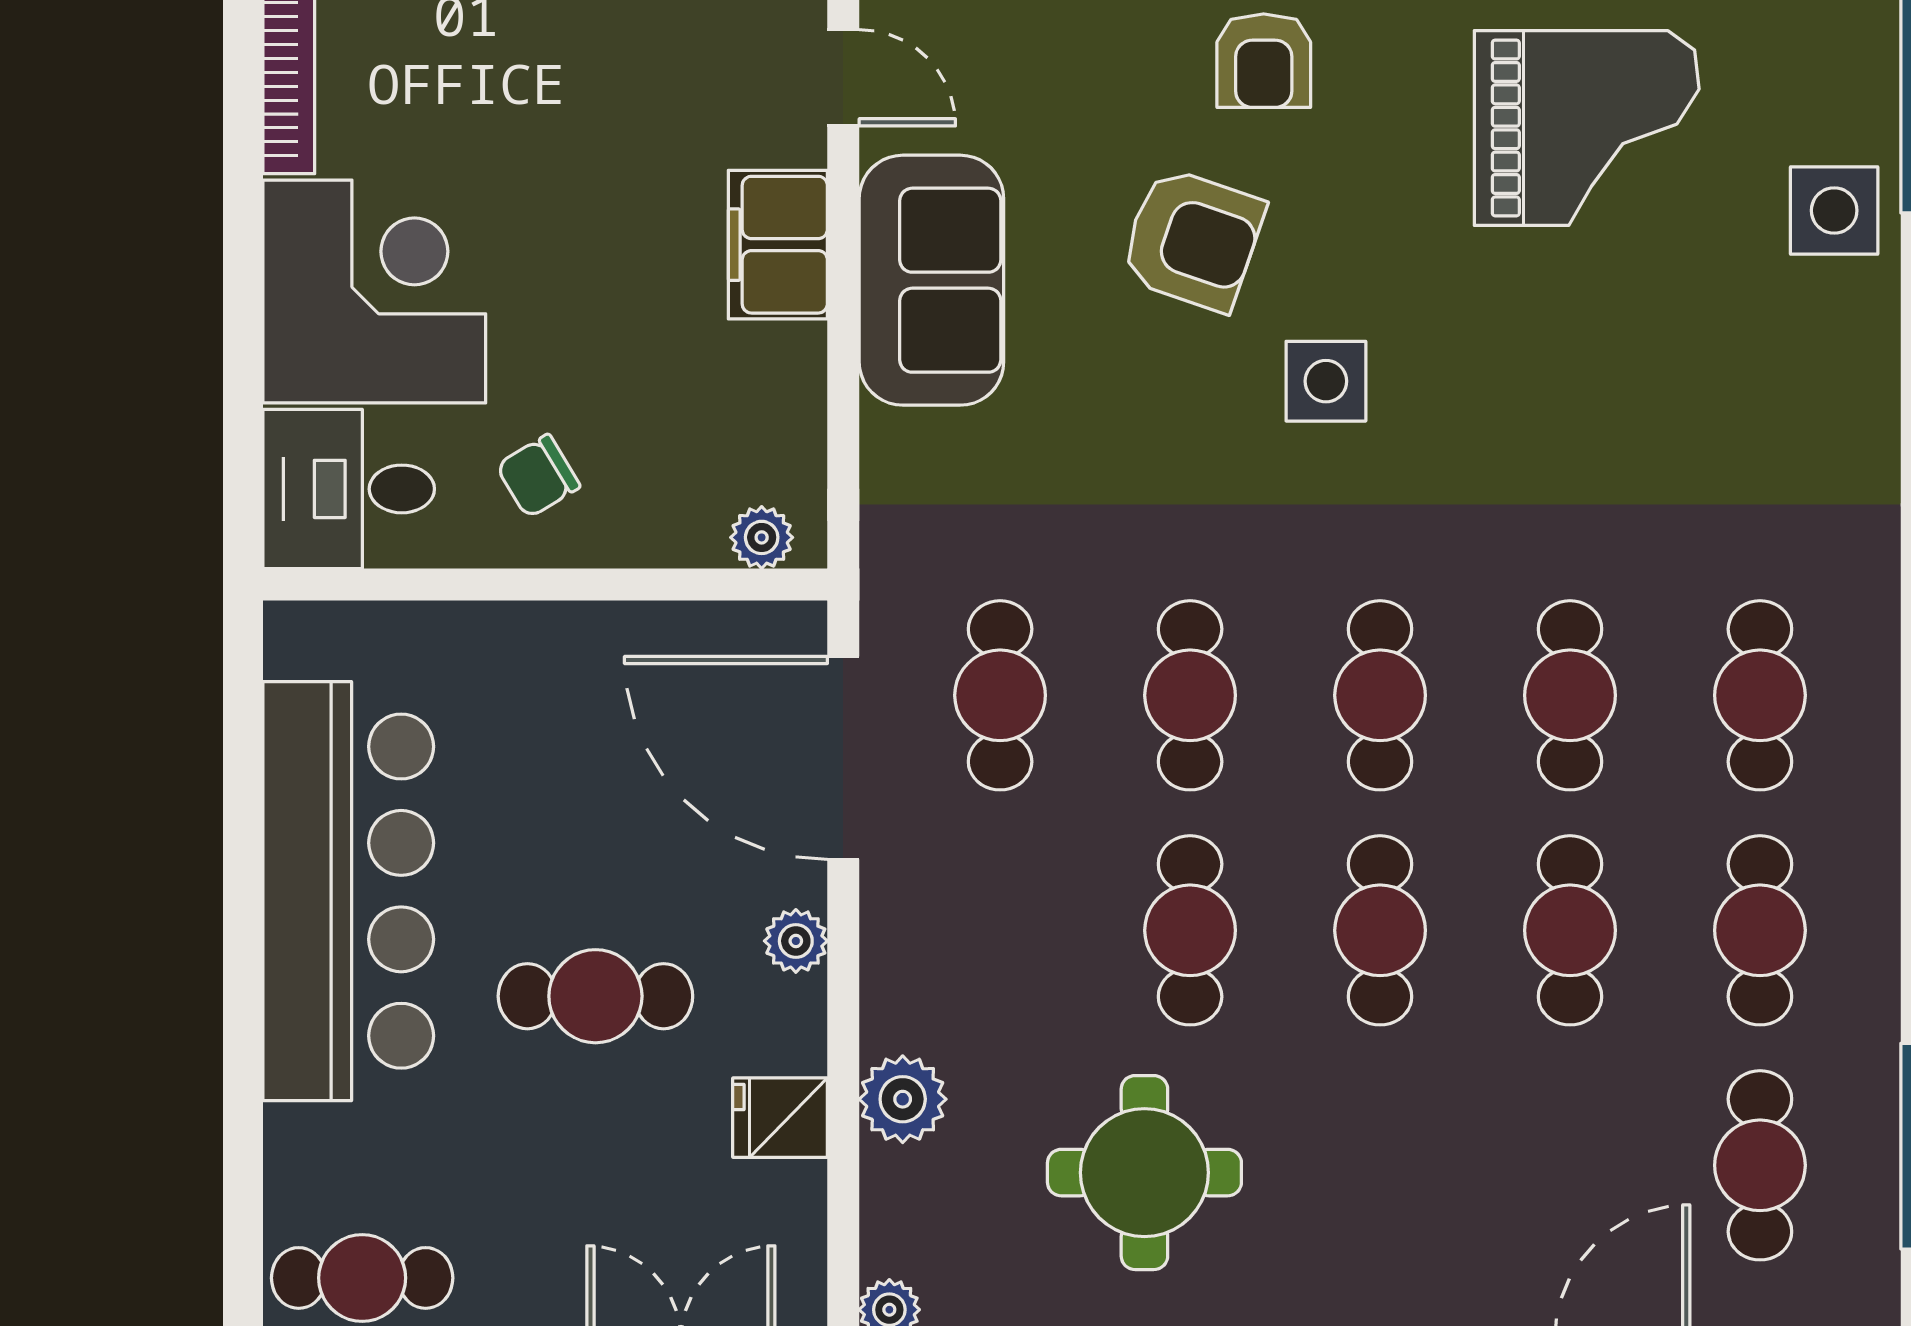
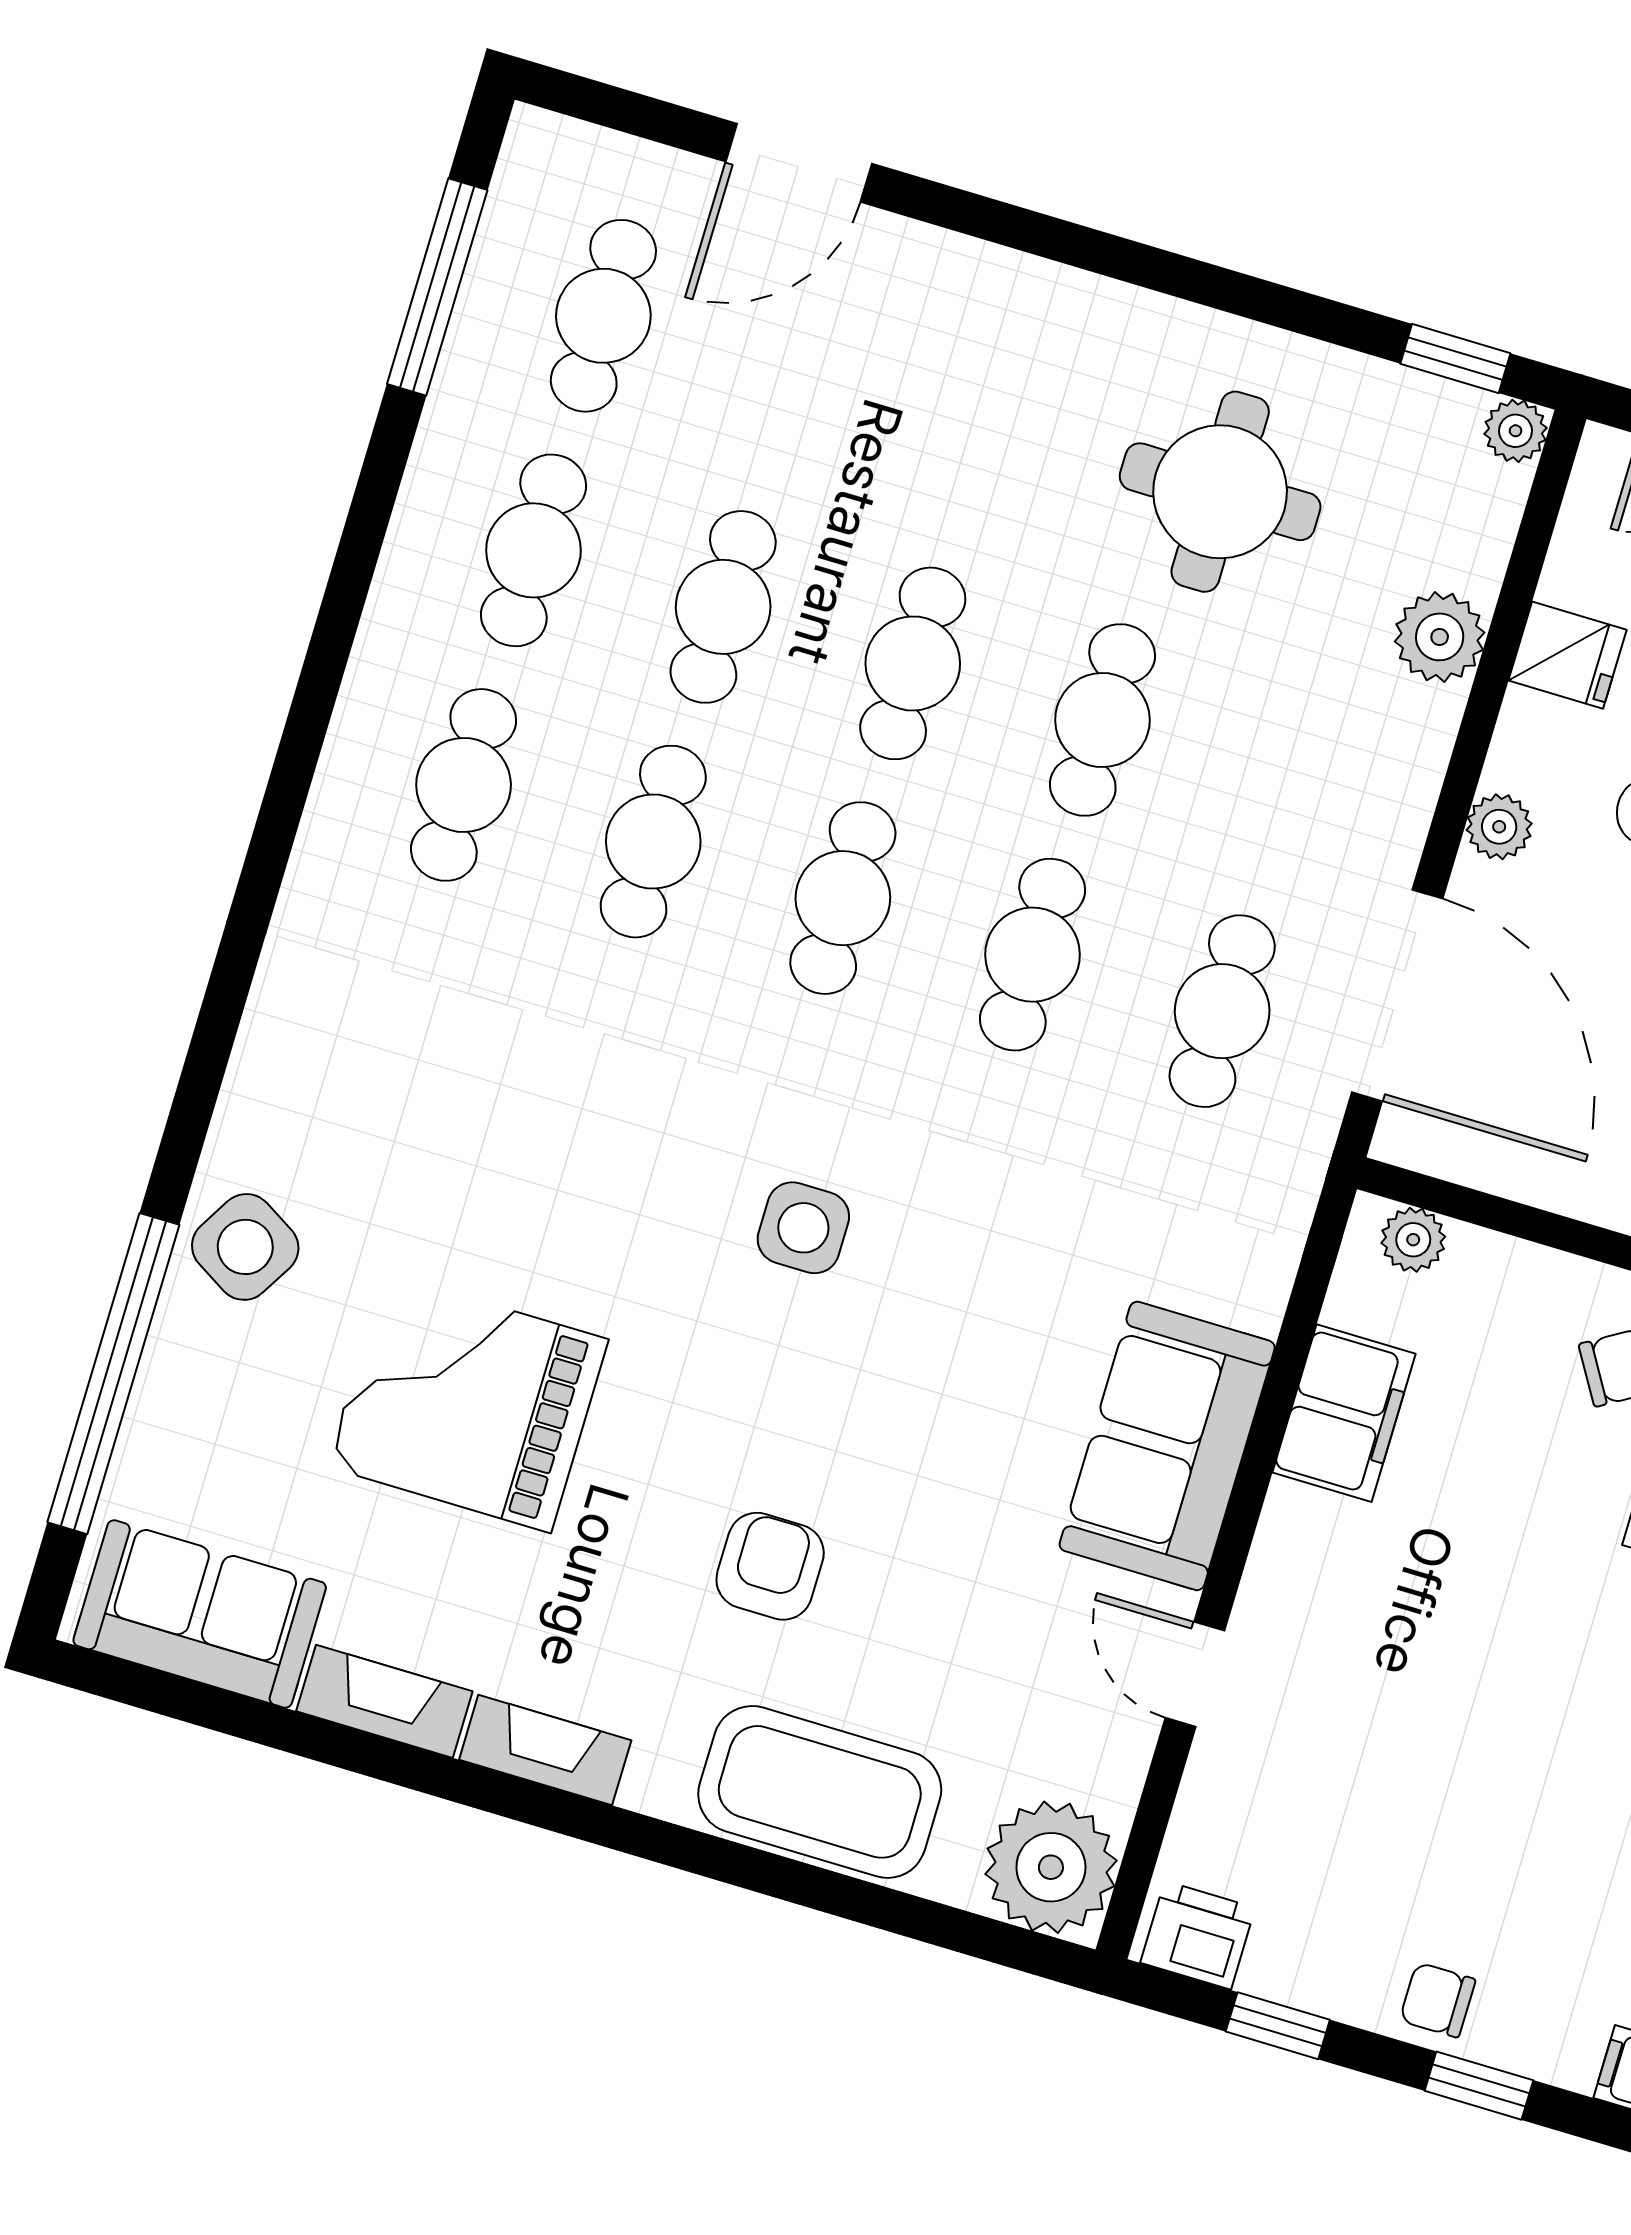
side table: (1834, 210) -> (245, 1247), turned 31
armchair: (1192, 239) -> (895, 1409), removed
filing cabinet: (778, 245) -> (1344, 1413), moved

